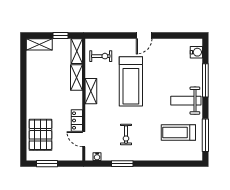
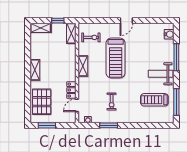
shelving: (76, 78) -> (35, 70), moved
door: (84, 139) -> (77, 105), hinge flipped

